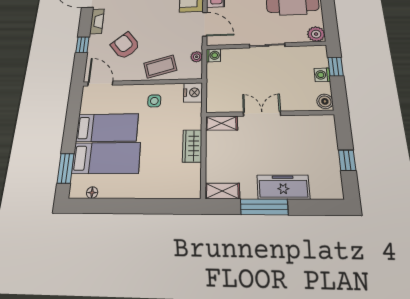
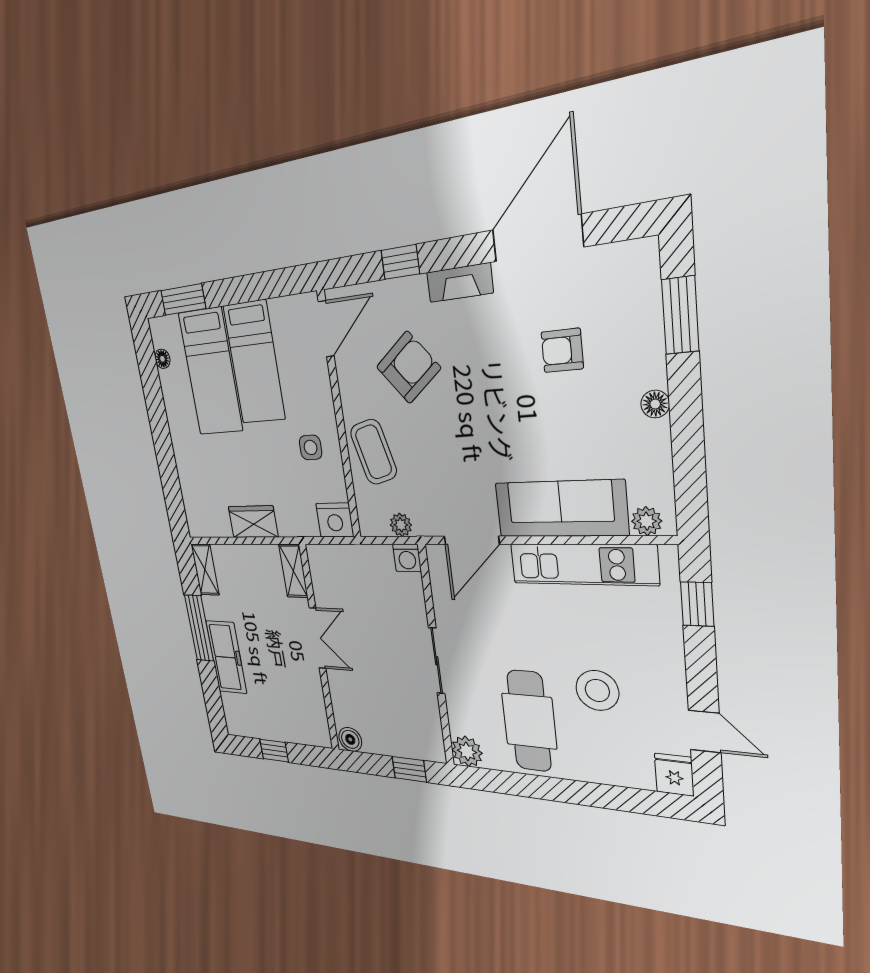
washing machine: (322, 75) -> (393, 745), removed

